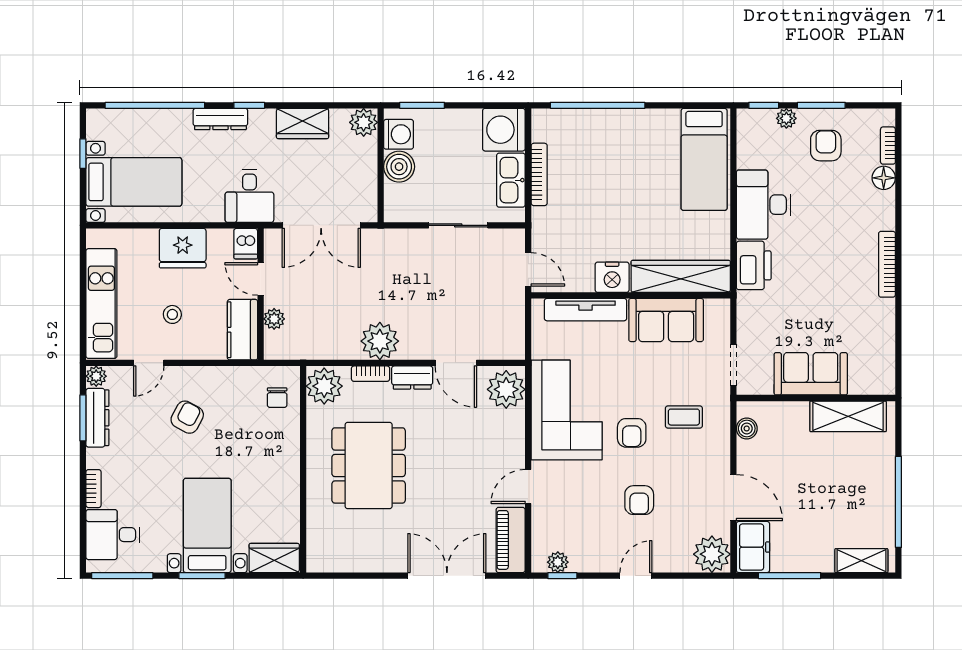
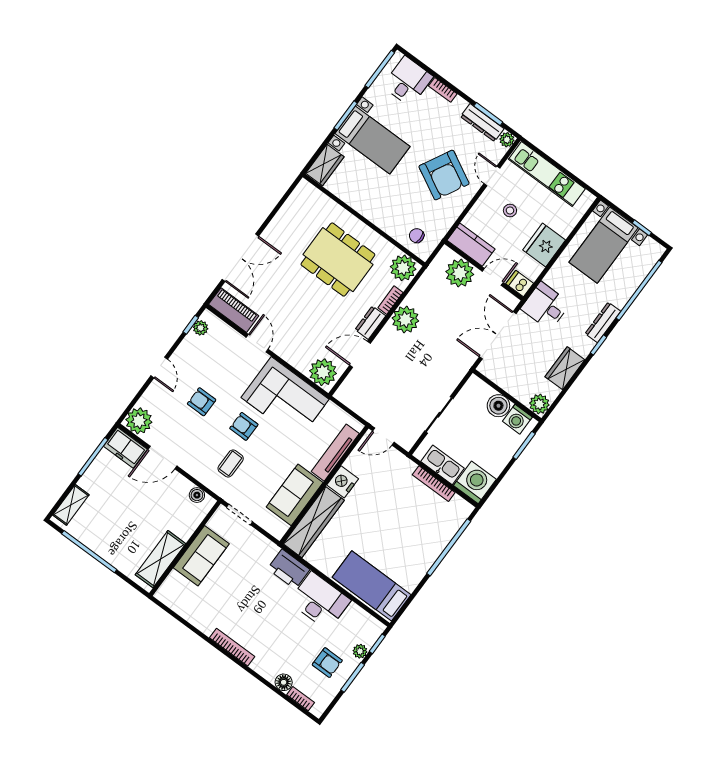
plant: (274, 319) -> (460, 273), width x1.87, depth x1.87
armchair: (187, 417) -> (444, 175), width x1.88, depth x1.88

